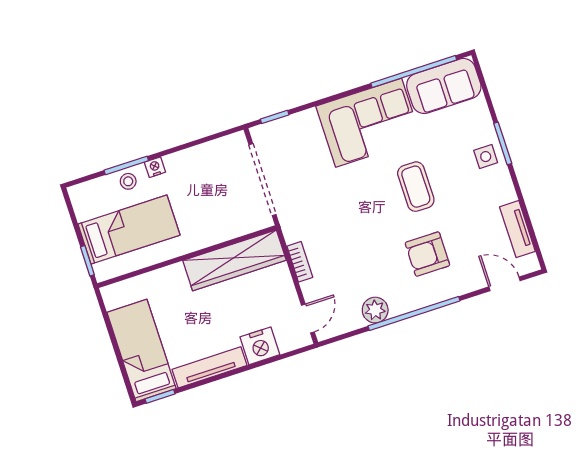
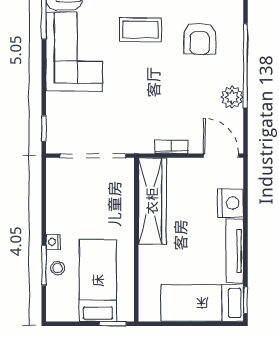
door: (308, 319) -> (221, 156), width x1.38

